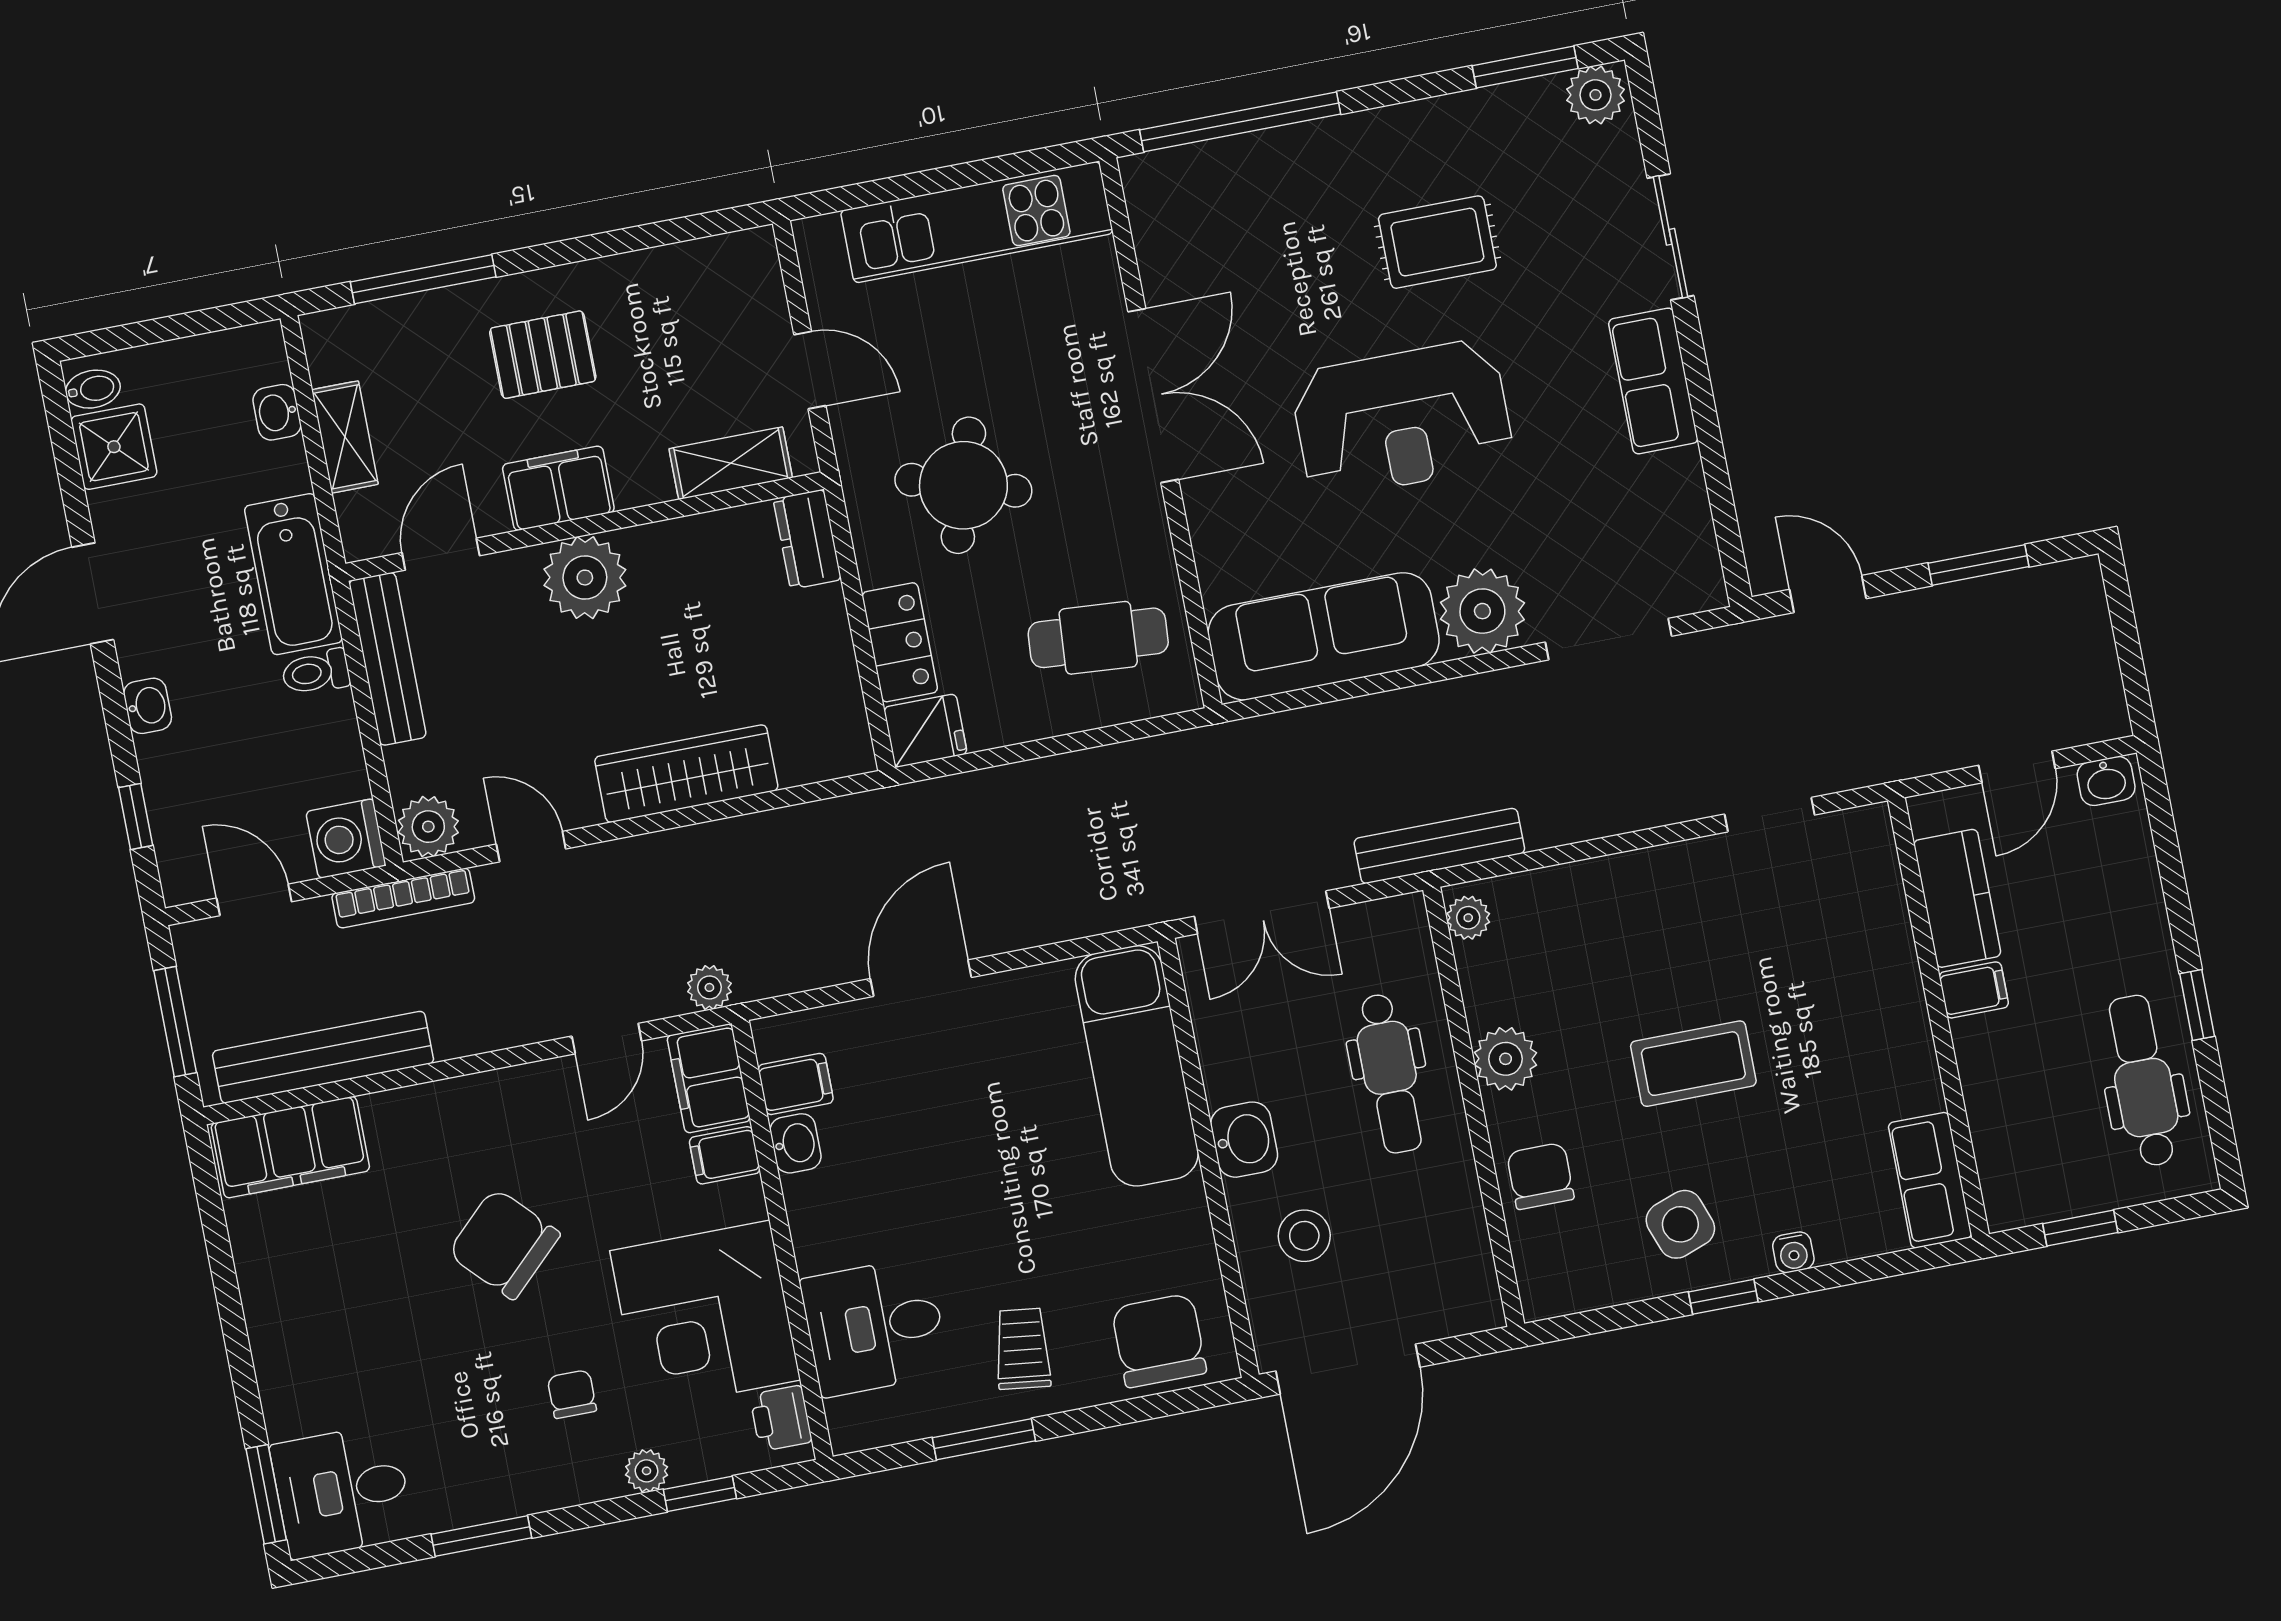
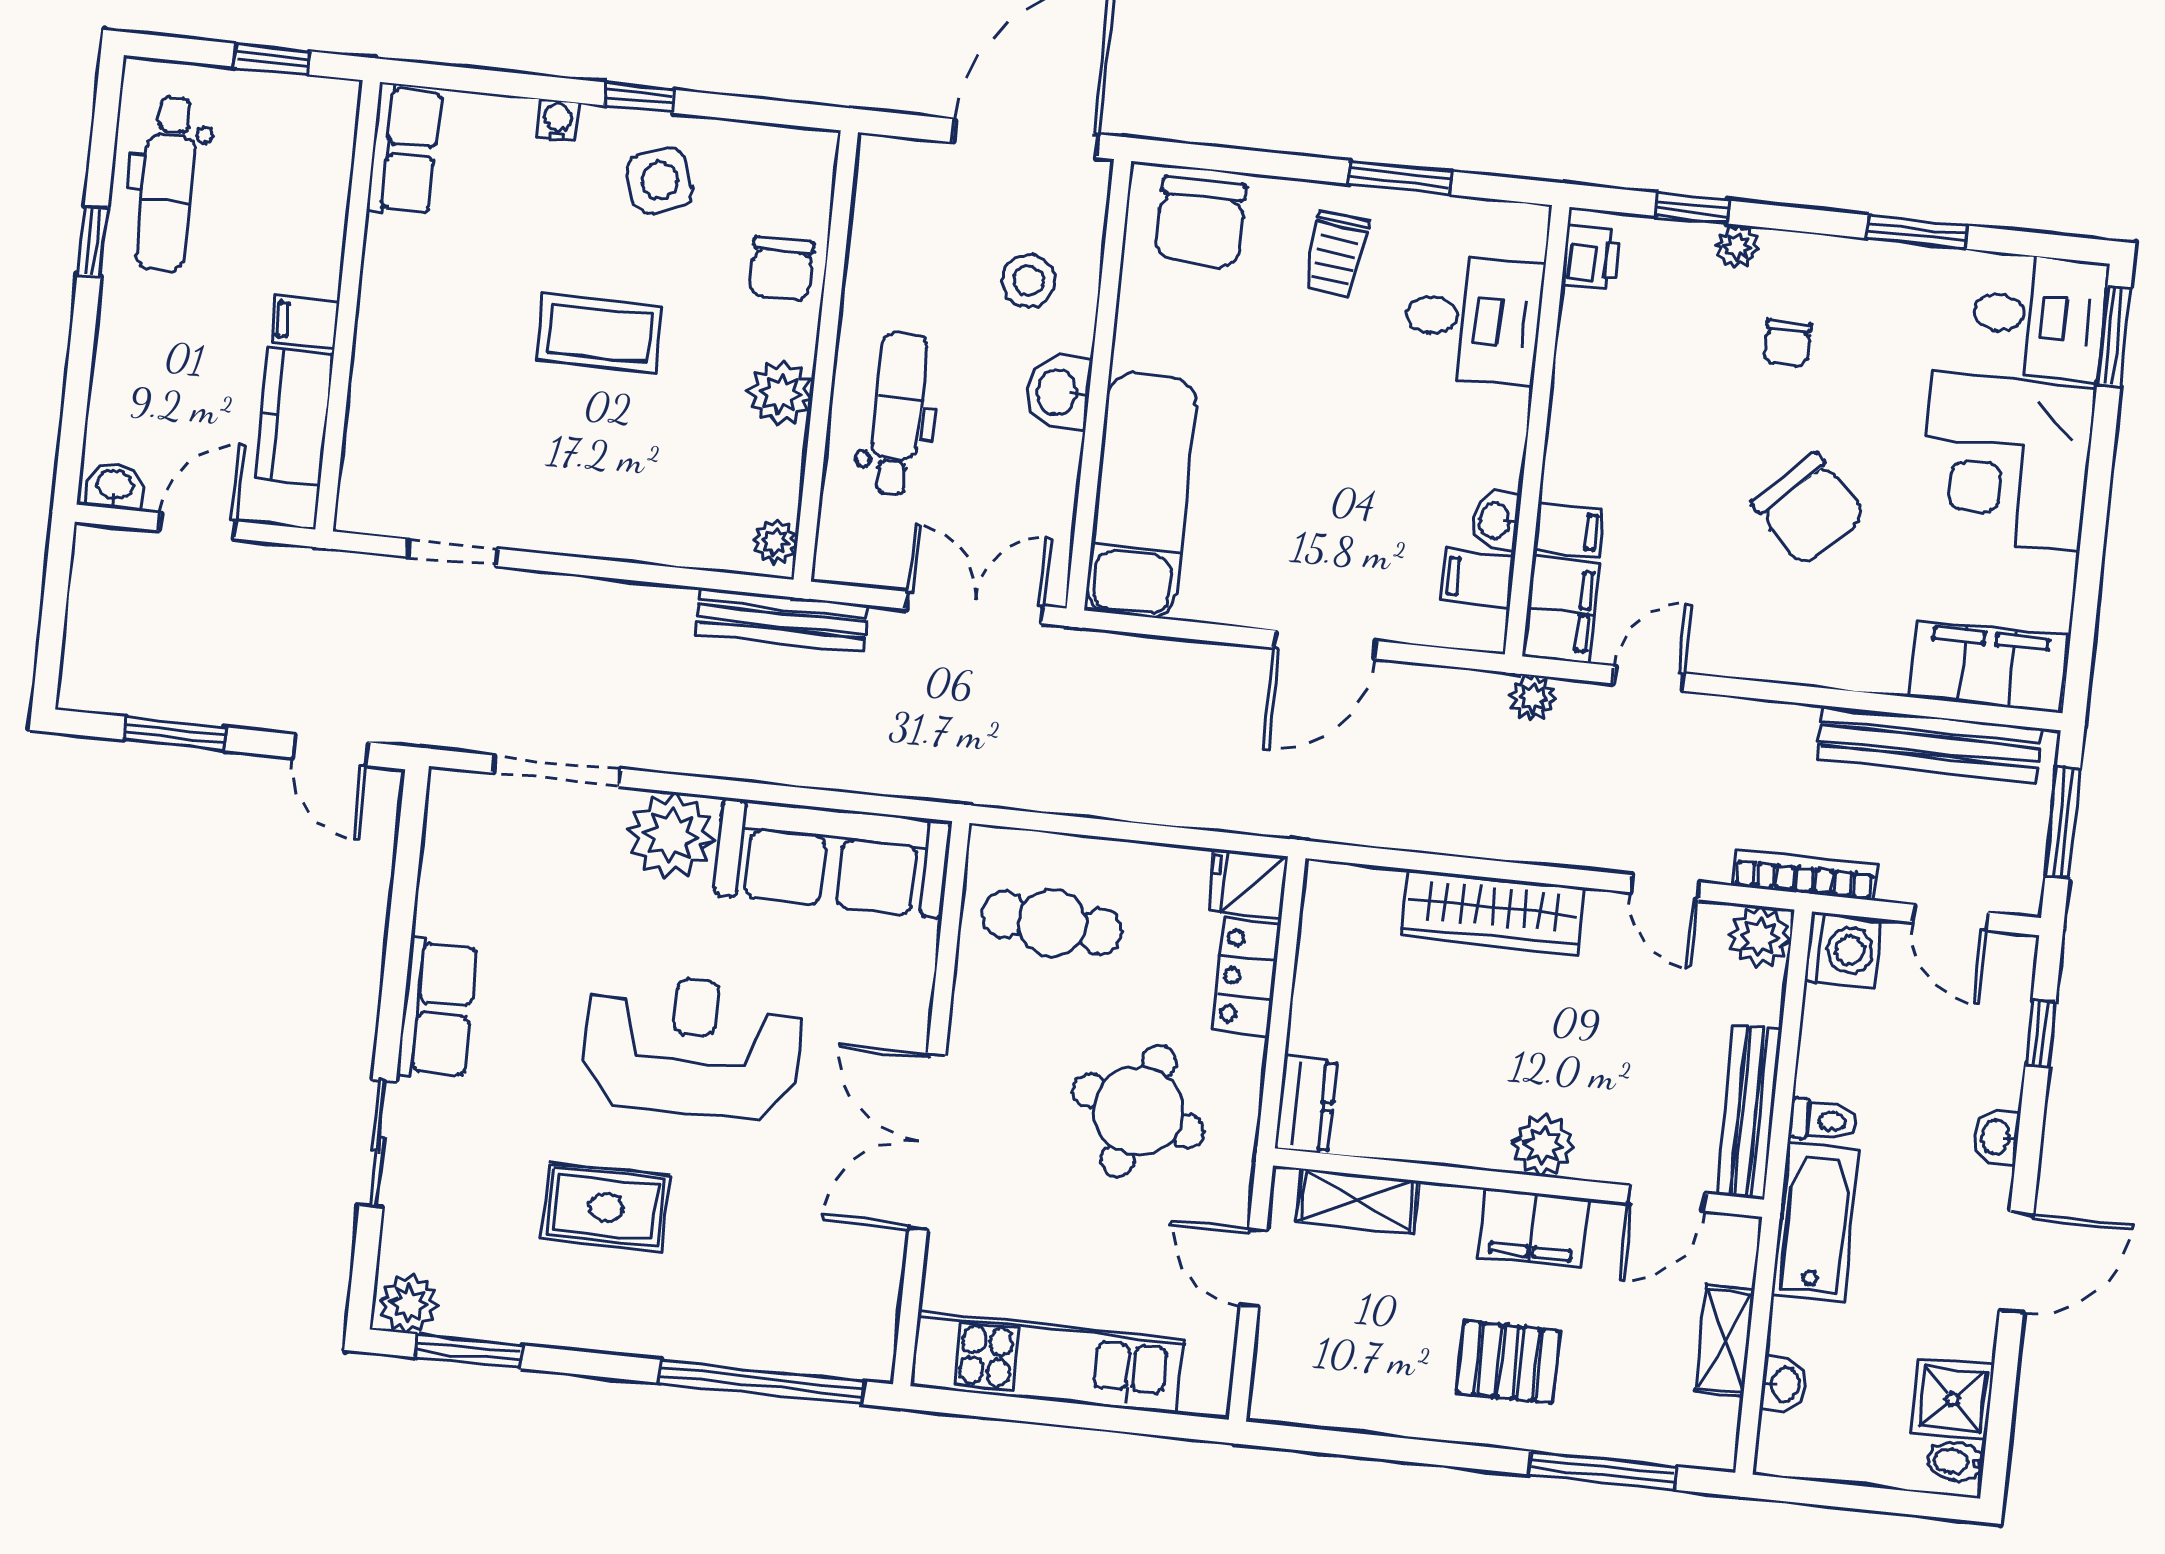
plant: (585, 578) -> (1543, 1145), width x0.73, depth x0.73
corner desk: (705, 1315) -> (2006, 461), moved, turned 180

